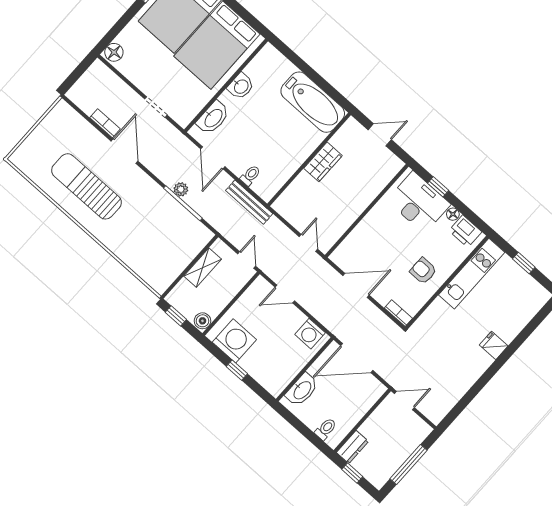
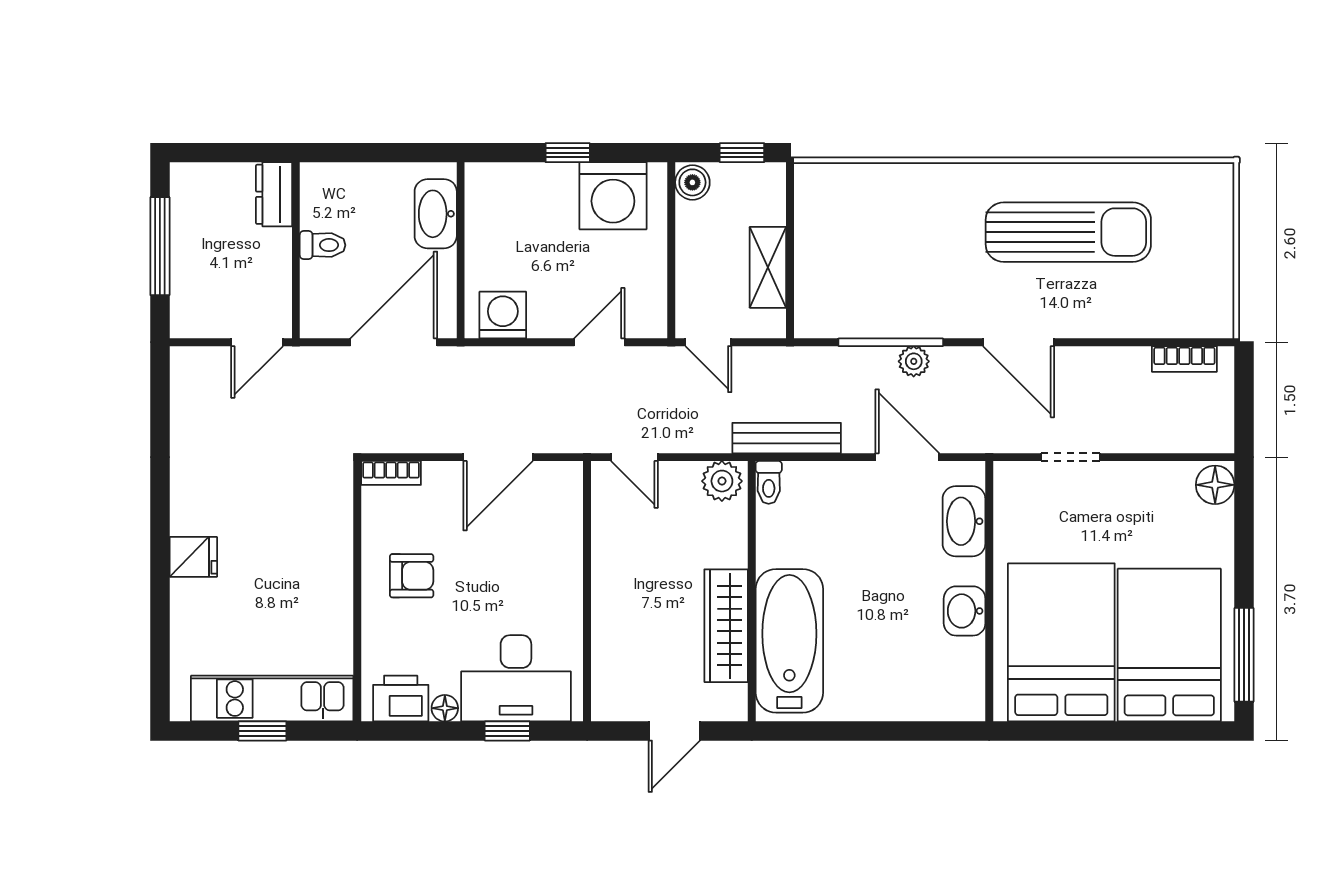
bathtub: (313, 102) -> (789, 641), moved, turned 90
bookcase: (105, 123) -> (1184, 359), moved
door: (124, 151) -> (1019, 342), moved
wardrobe: (323, 162) -> (726, 626), width x1.50
toilet: (250, 175) -> (769, 482), moved
plant: (285, 207) -> (722, 481), added
kitchen unit: (472, 274) -> (272, 699), moved, turned 90
toilet: (326, 429) -> (323, 245), moved, turned -90
window: (352, 473) -> (237, 153), removed

